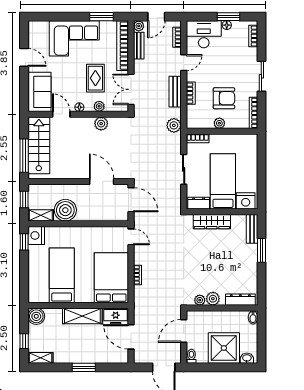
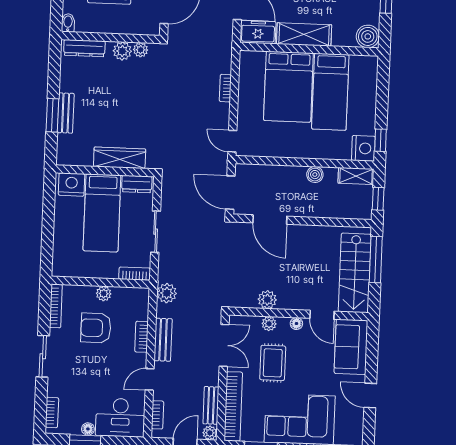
boiler: (65, 210) -> (315, 175), width x0.54, depth x0.54
bench: (252, 229) -> (66, 113), moved
bed: (111, 278) -> (288, 87), moved

